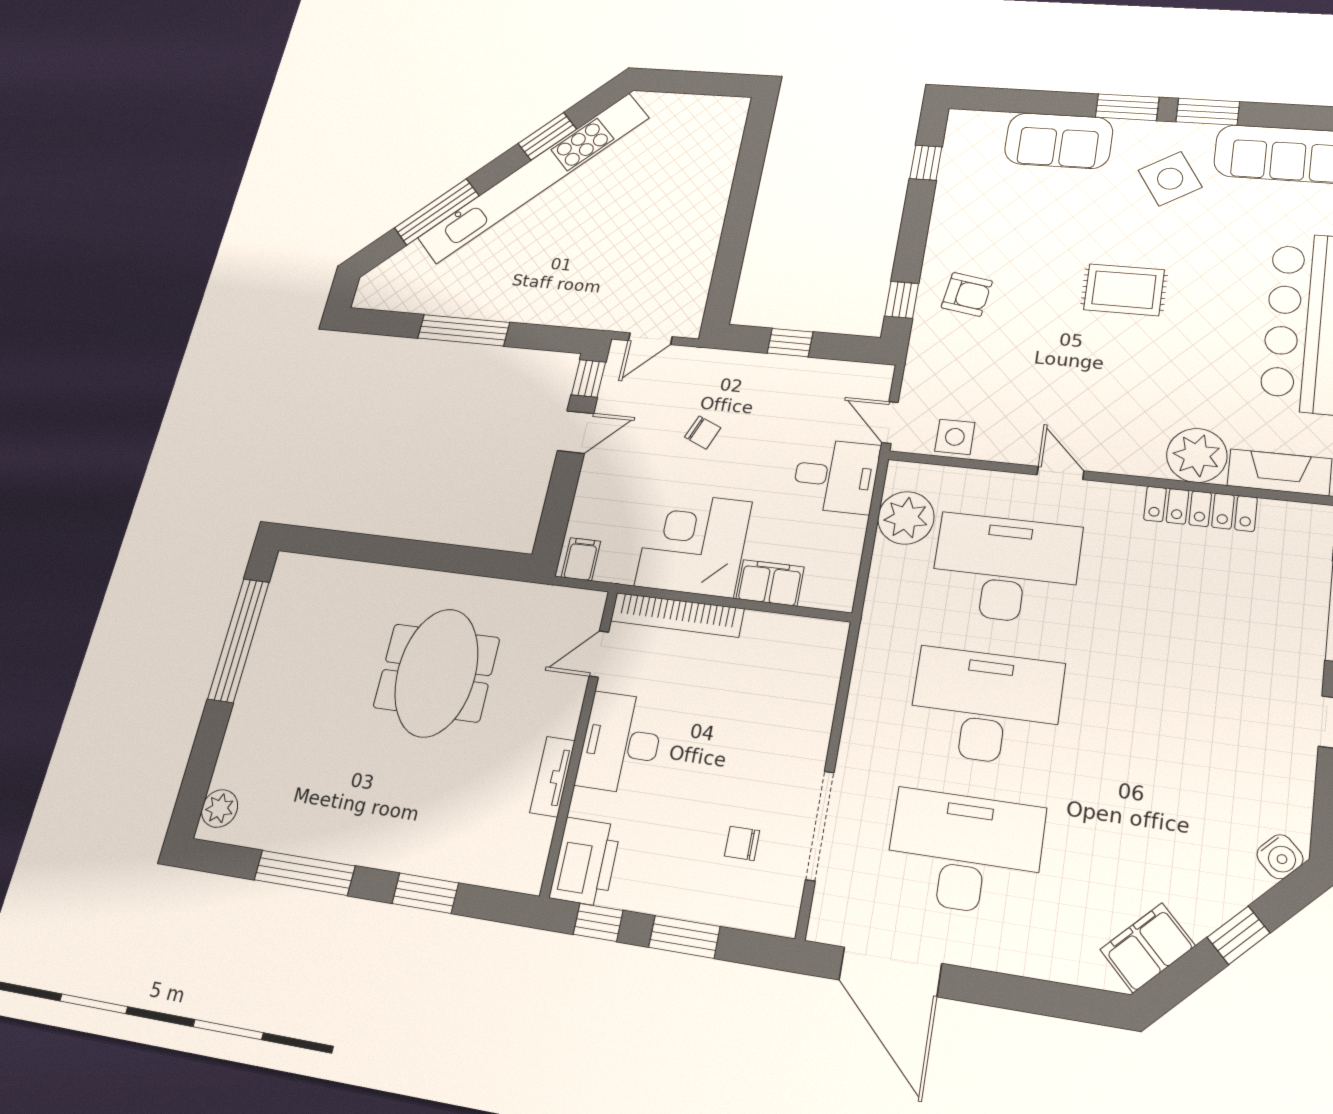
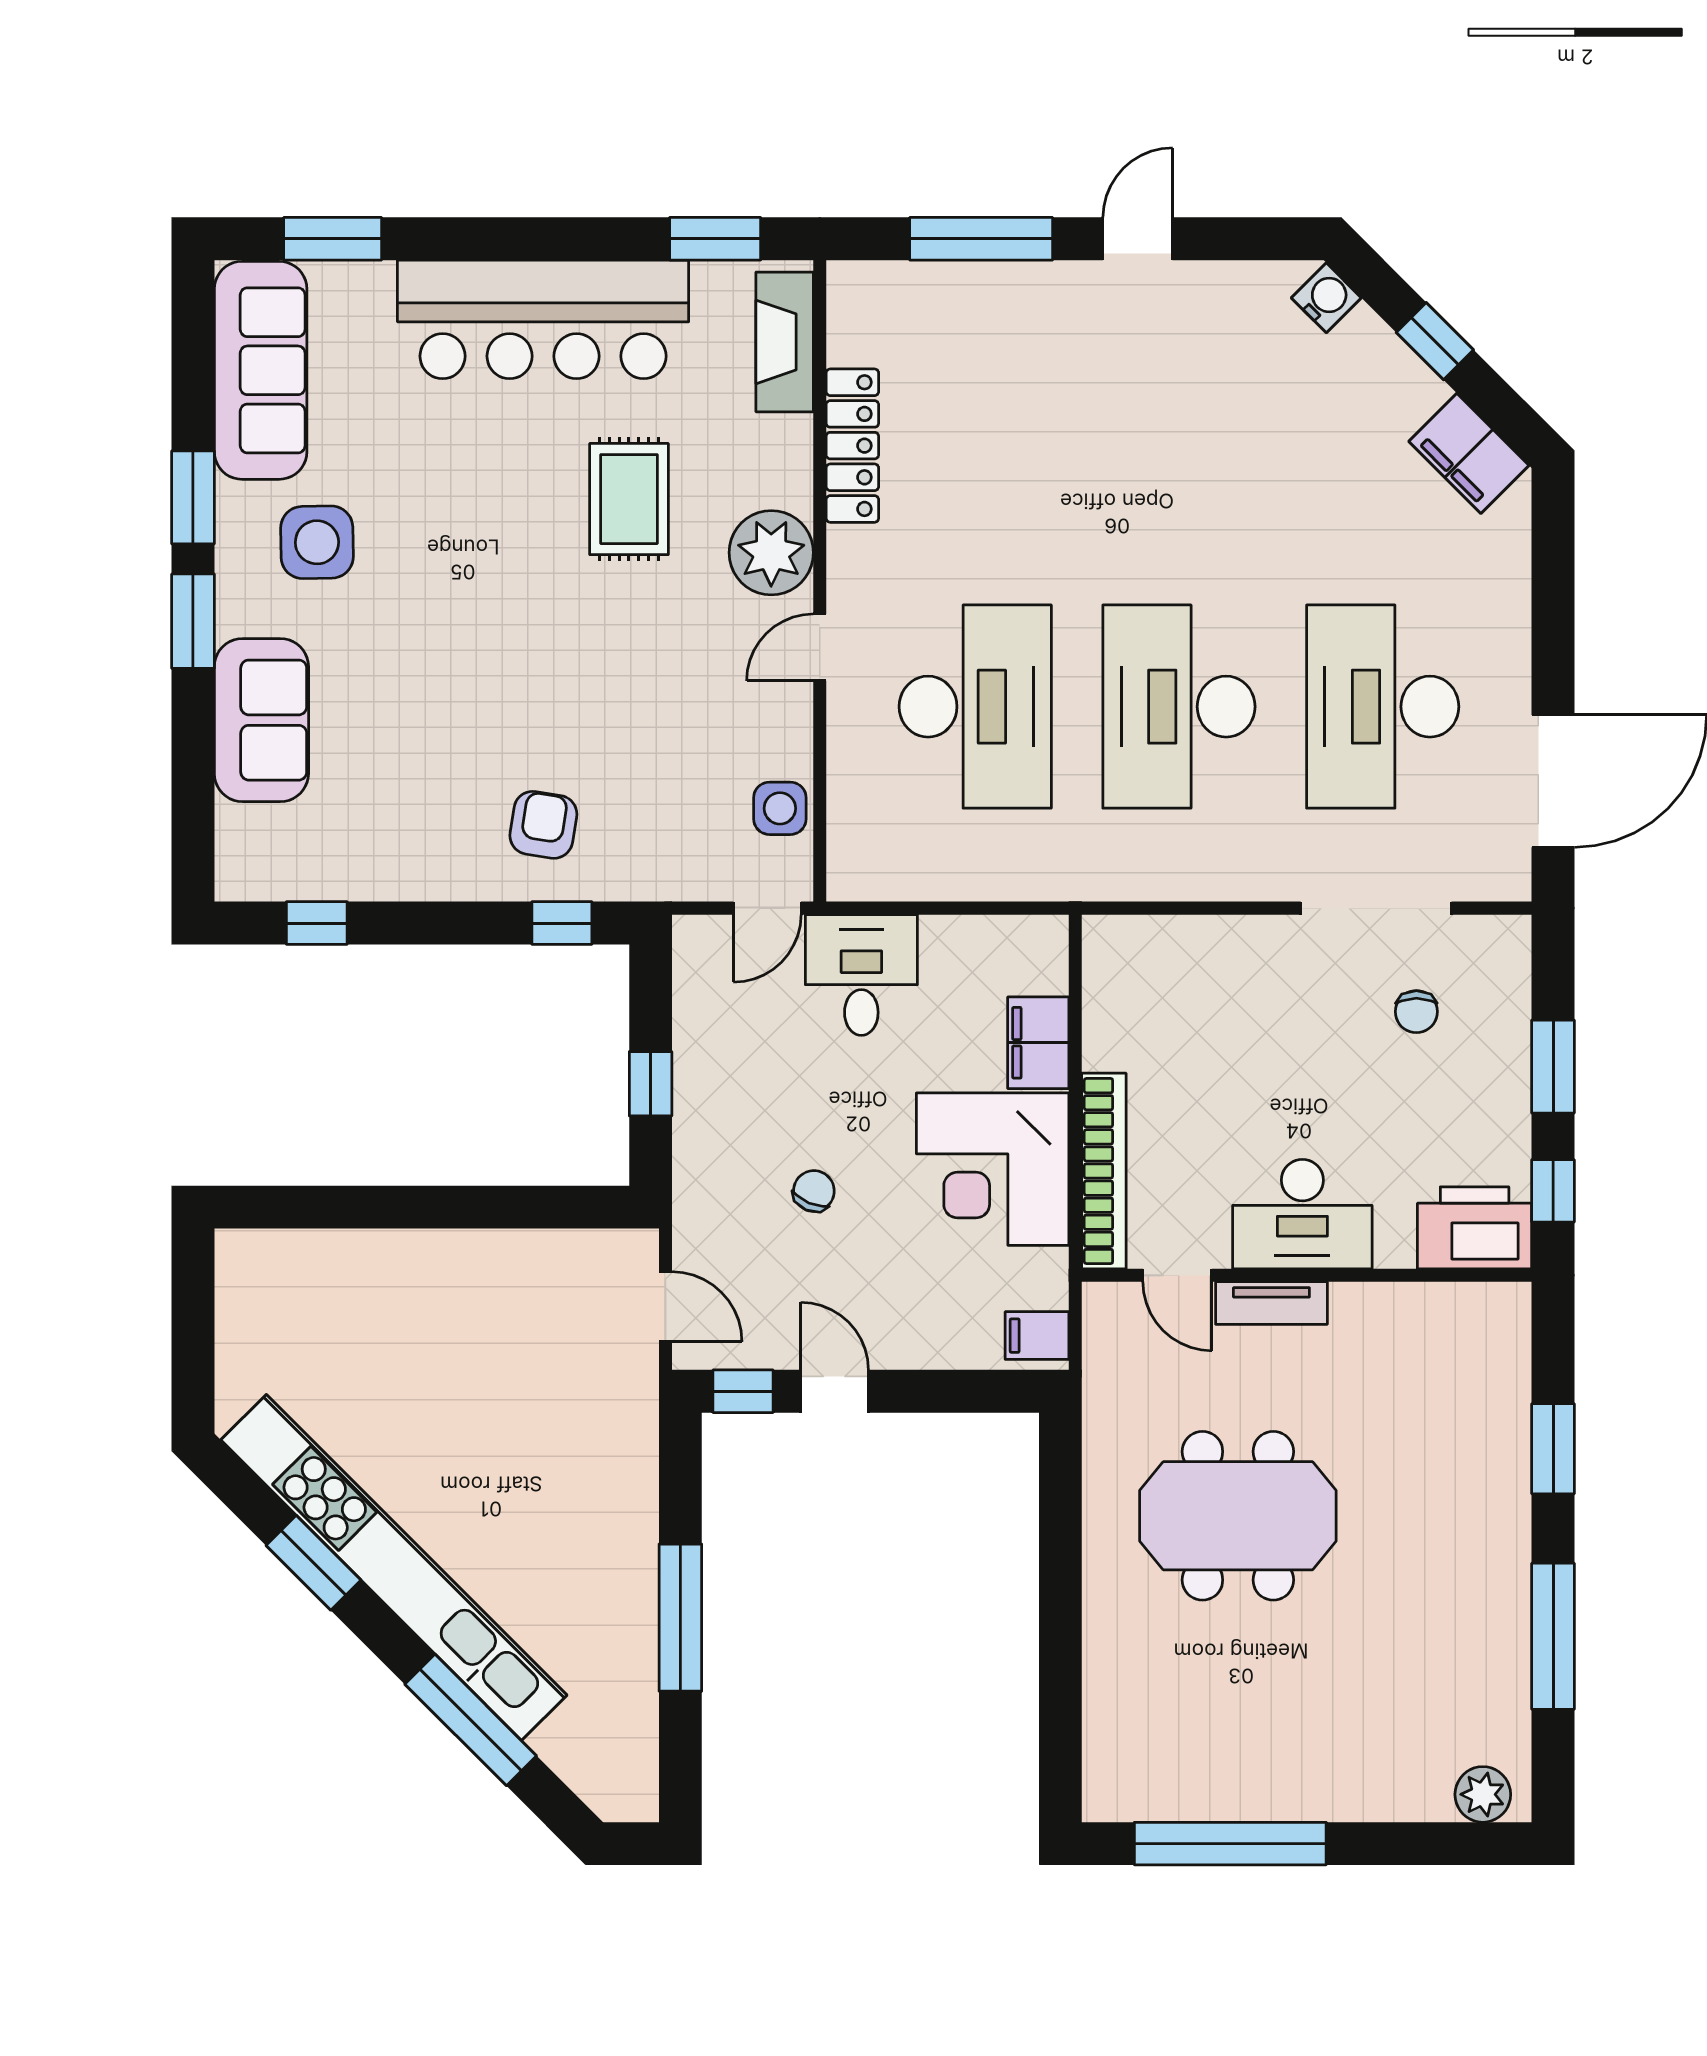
side table: (1170, 179) -> (317, 542), turned 31
rug: (1124, 290) -> (629, 499), moved
plant: (1197, 455) -> (771, 553), moved
plant: (906, 518) -> (915, 861), removed
desk: (1005, 569) -> (975, 707), turned 180
tv unit: (552, 777) -> (1271, 1303), moved

